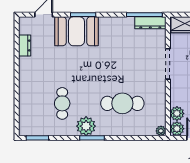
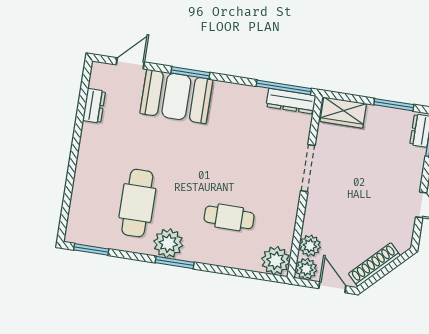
cafe table: (62, 103) -> (137, 203), width x1.37, depth x1.35
cafe table: (122, 103) -> (229, 217), width x0.73, depth x0.74
plant: (161, 131) -> (276, 261), width x1.87, depth x1.87

